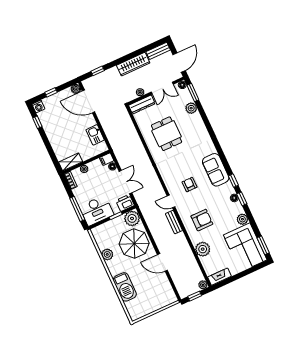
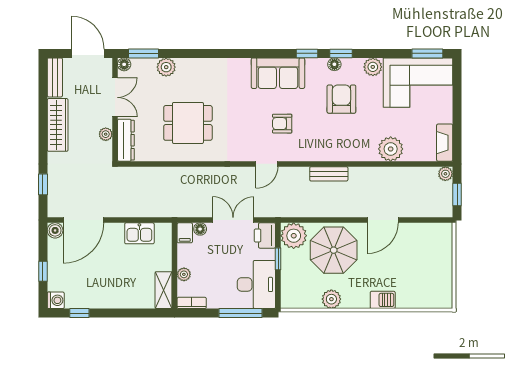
door: (171, 201) -> (267, 164), moved
armchair: (202, 220) -> (341, 99), moved
barbecue: (125, 287) -> (383, 300), width x0.53, depth x0.65

